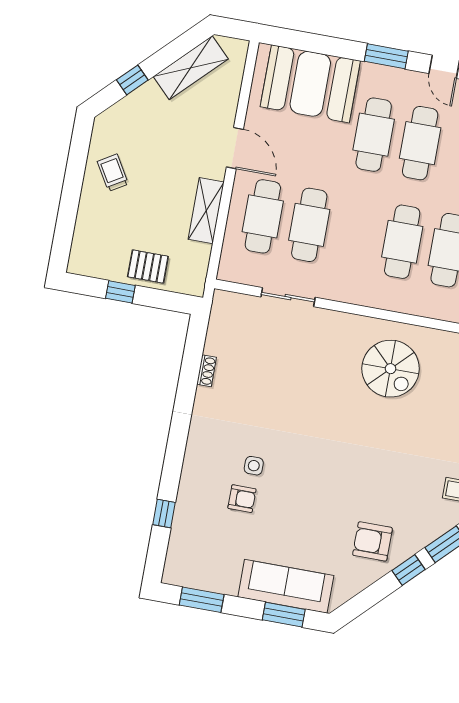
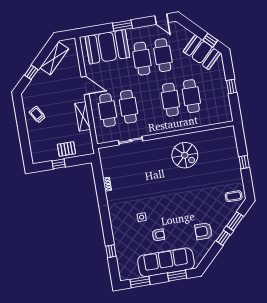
window: (386, 56) -> (122, 26), moved
armchair: (242, 499) -> (158, 235), moved
sofa: (286, 586) -> (166, 262), width x1.36, depth x1.27

